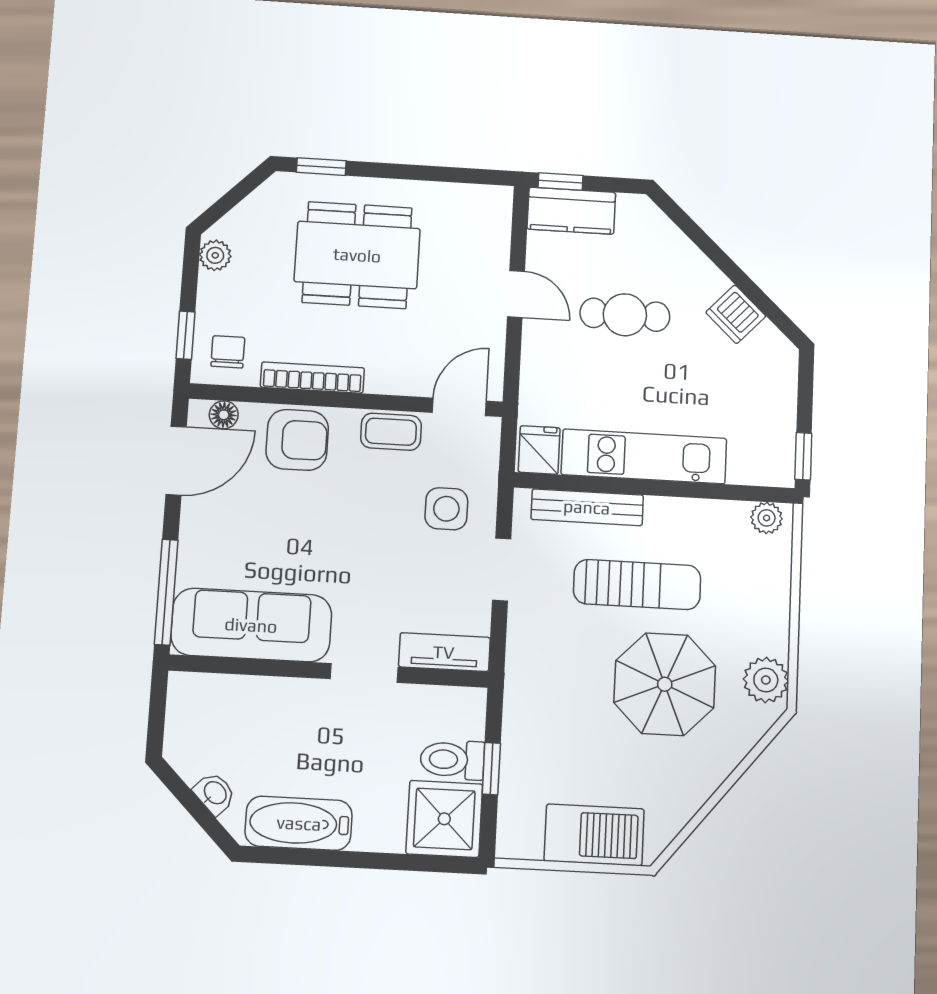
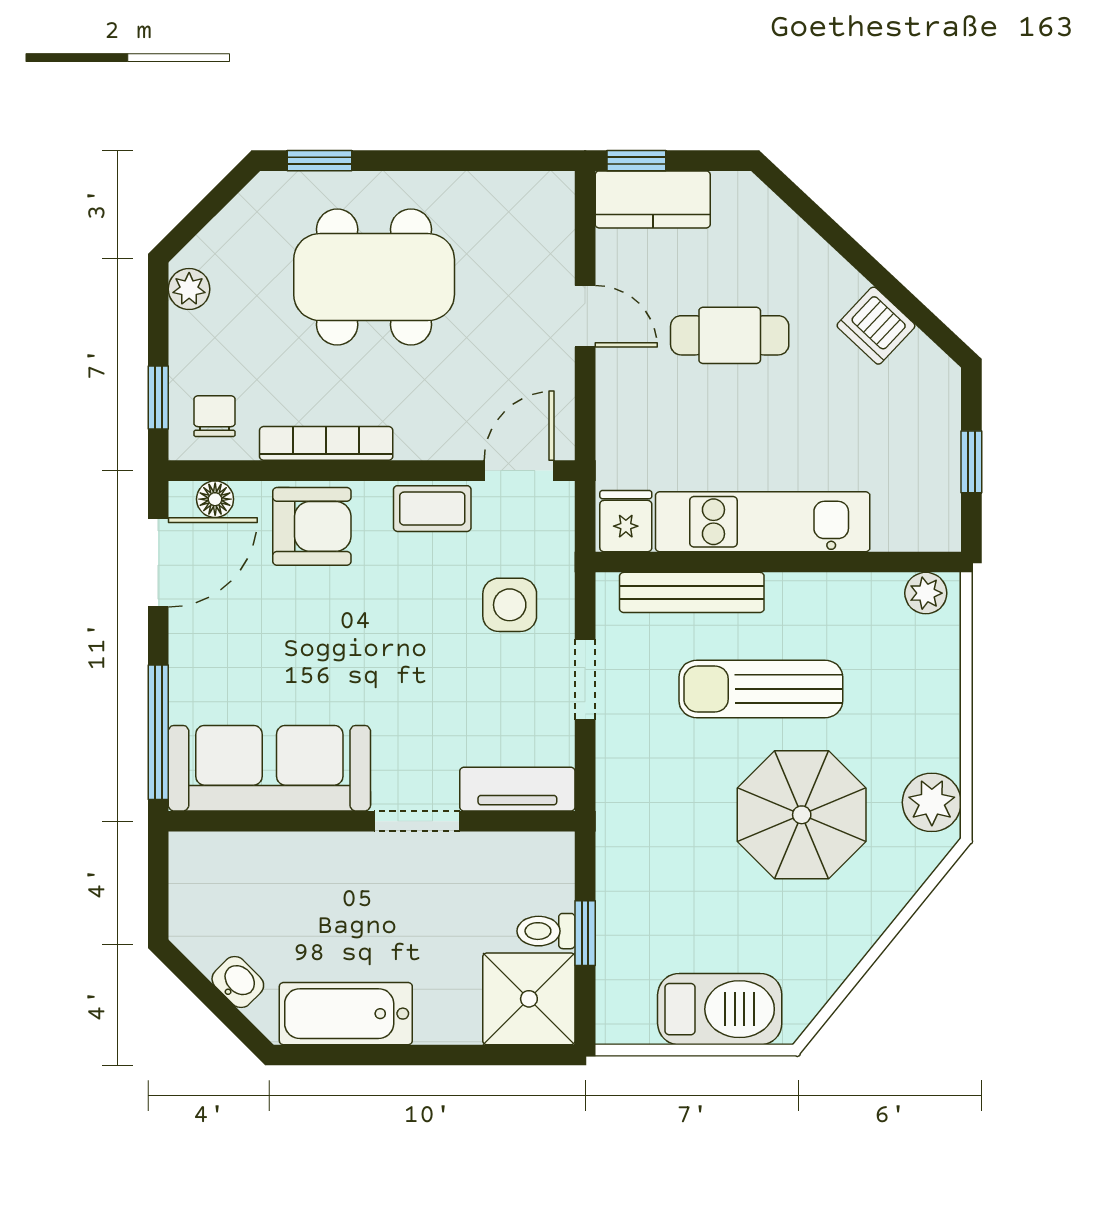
window: (803, 456) -> (971, 462), moved
sun lounger: (637, 585) -> (761, 689), turned 180
toilet: (452, 760) -> (546, 931), width x0.73, depth x0.72

